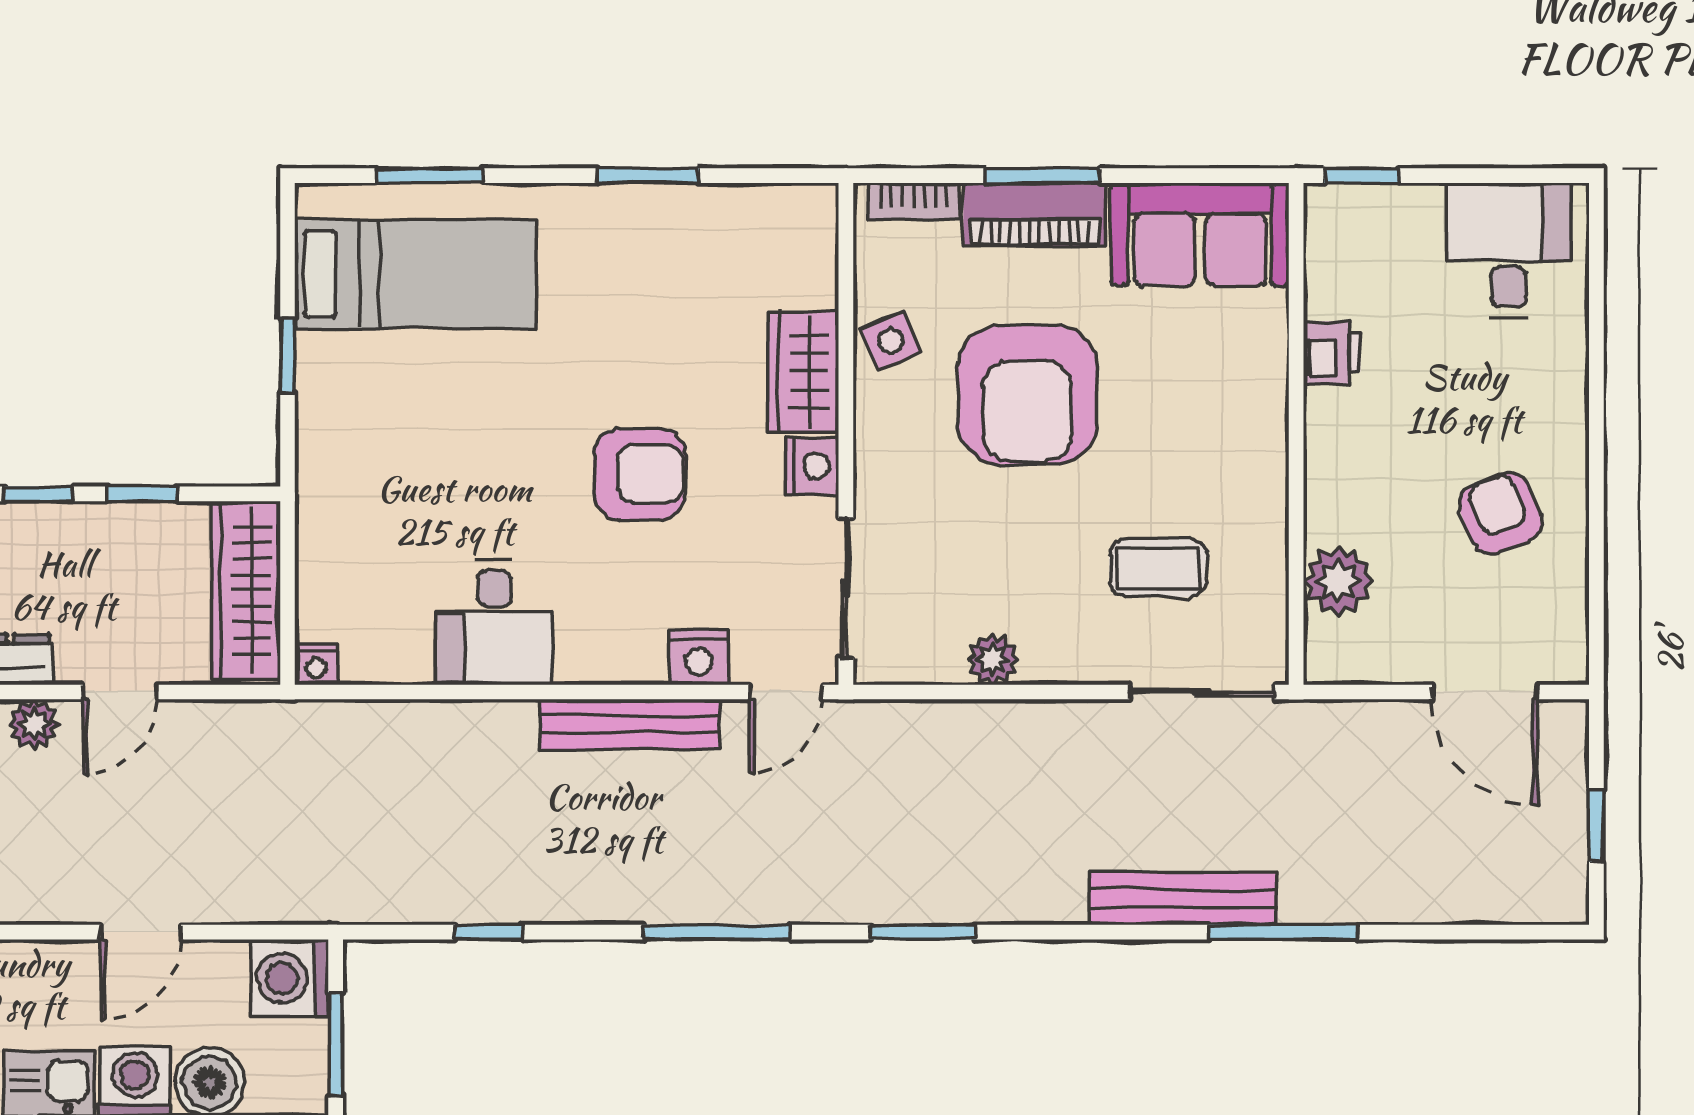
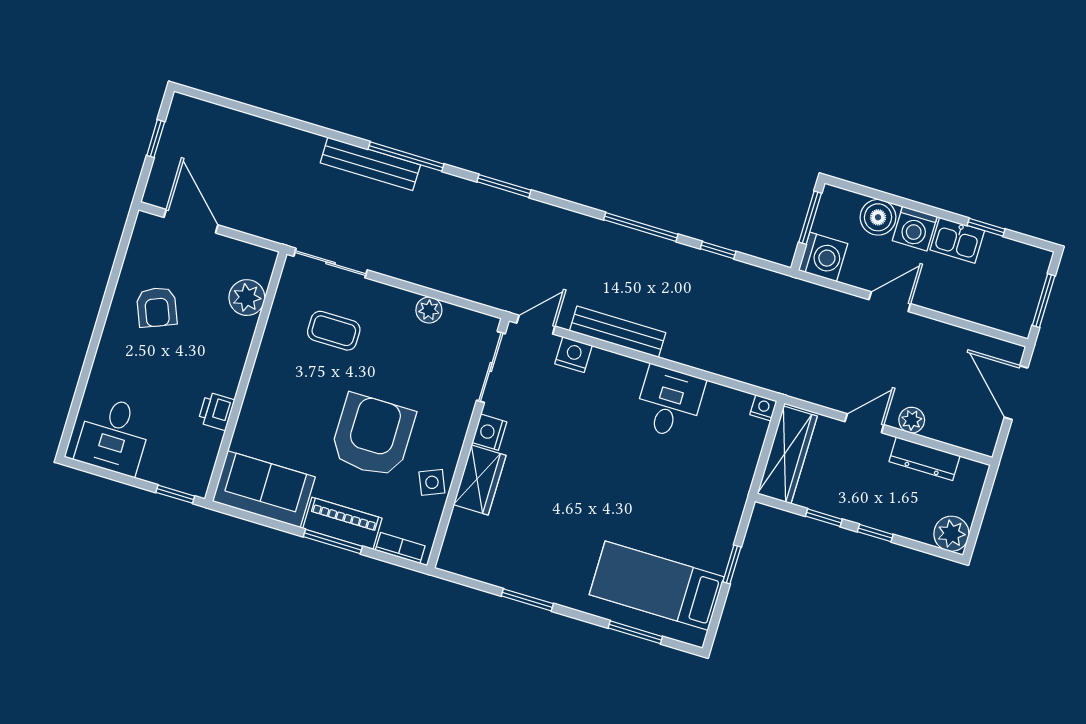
armchair: (640, 474) -> (576, 454), removed
window: (716, 932) -> (641, 227), moved
window: (1283, 932) -> (406, 157), moved

